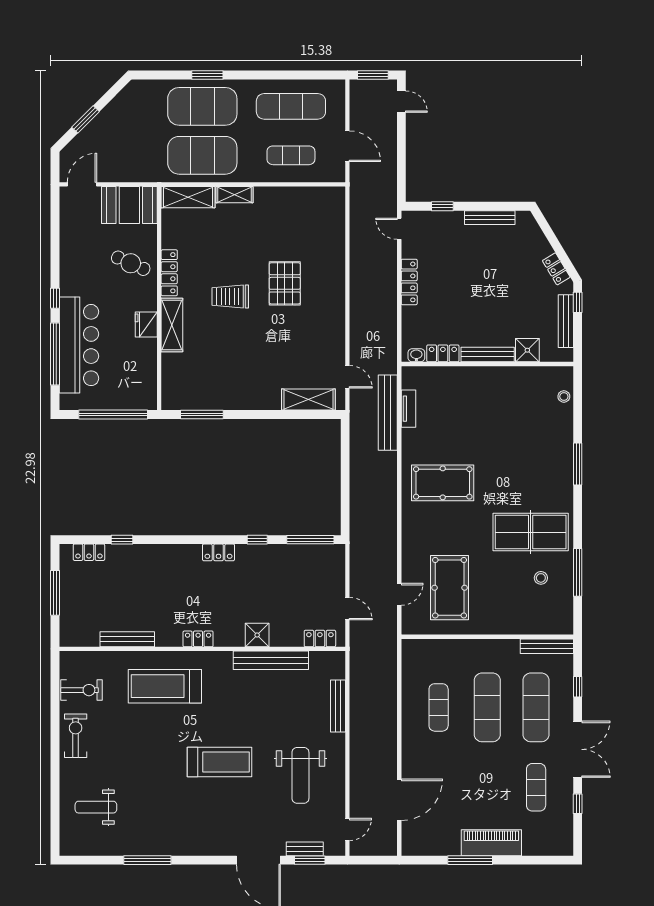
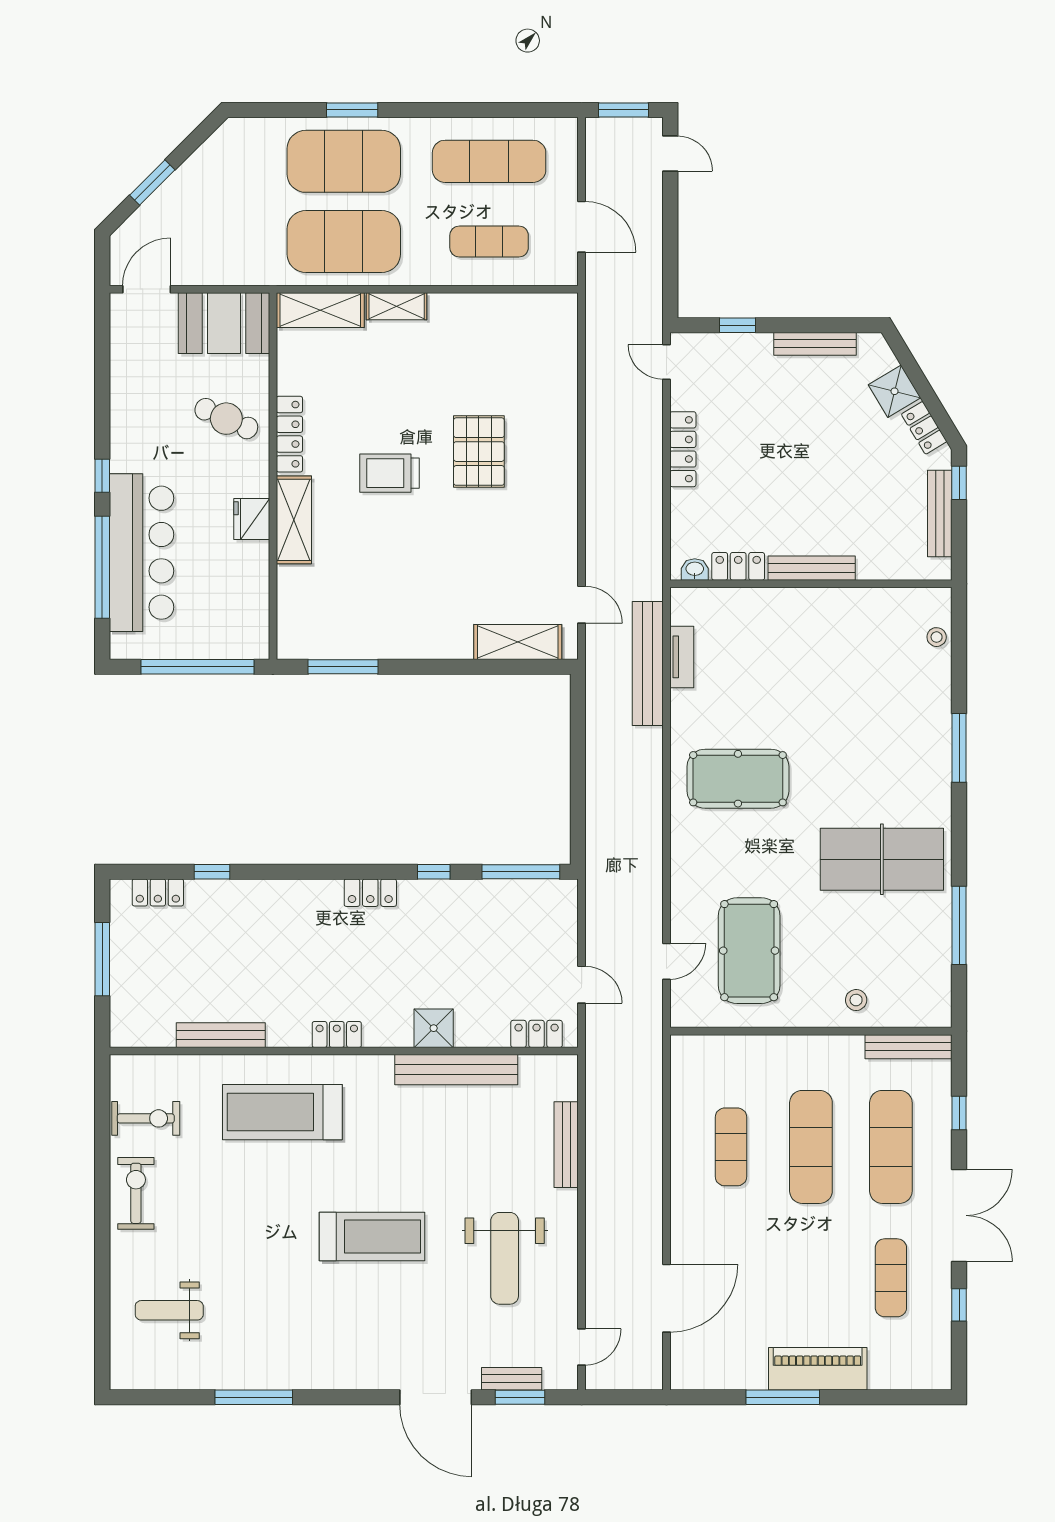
shower: (527, 350) -> (895, 391), moved, turned -31
stool: (541, 578) -> (856, 1000), moved

